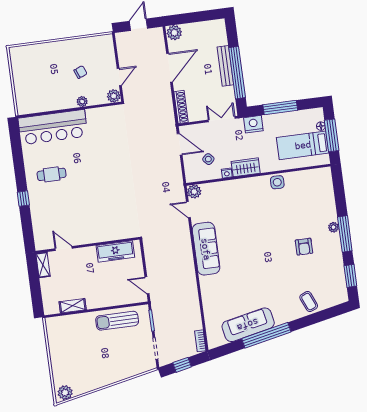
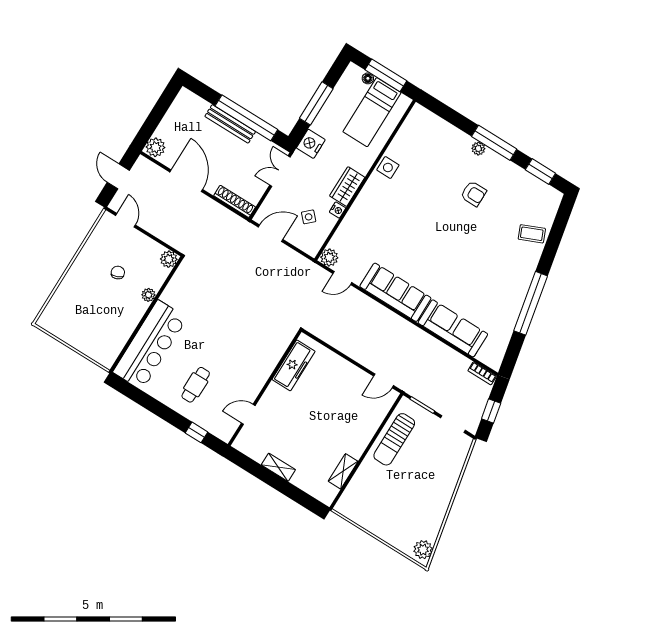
door: (119, 77) -> (126, 220), moved
wall: (88, 245) -> (265, 388), moved
door: (64, 248) -> (248, 414), moved
freezer: (115, 251) -> (294, 365), moved
sofa: (248, 325) -> (453, 328), moved, turned 102

